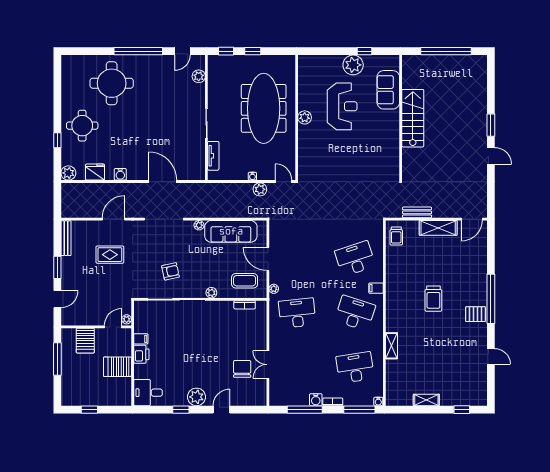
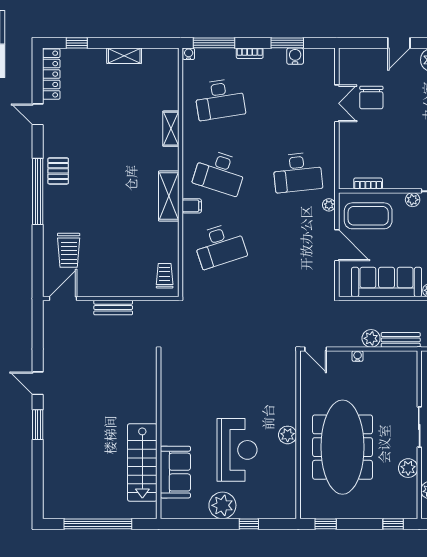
window: (253, 51) -> (326, 524), moved
window: (365, 51) -> (249, 524), moved
plant: (215, 93) -> (408, 468), added
reception desk: (342, 106) -> (237, 450), turned 180
stairs: (413, 118) -> (142, 462), moved
tv unit: (213, 156) -> (410, 383), removed
bench: (220, 188) -> (401, 340), added
plant: (260, 189) -> (371, 338), moved
bench: (417, 212) -> (113, 308), moved
shelving: (438, 228) -> (169, 196), moved, turned 90
coffee table: (245, 281) -> (368, 216), width x1.36, depth x1.32
trolley: (433, 299) -> (69, 250), moved, turned 180
pallet: (475, 314) -> (58, 171), turned 90
locker: (481, 386) -> (51, 74), added
water cooler: (316, 400) -> (295, 56), moved
window: (305, 410) -> (287, 43), width x0.69

